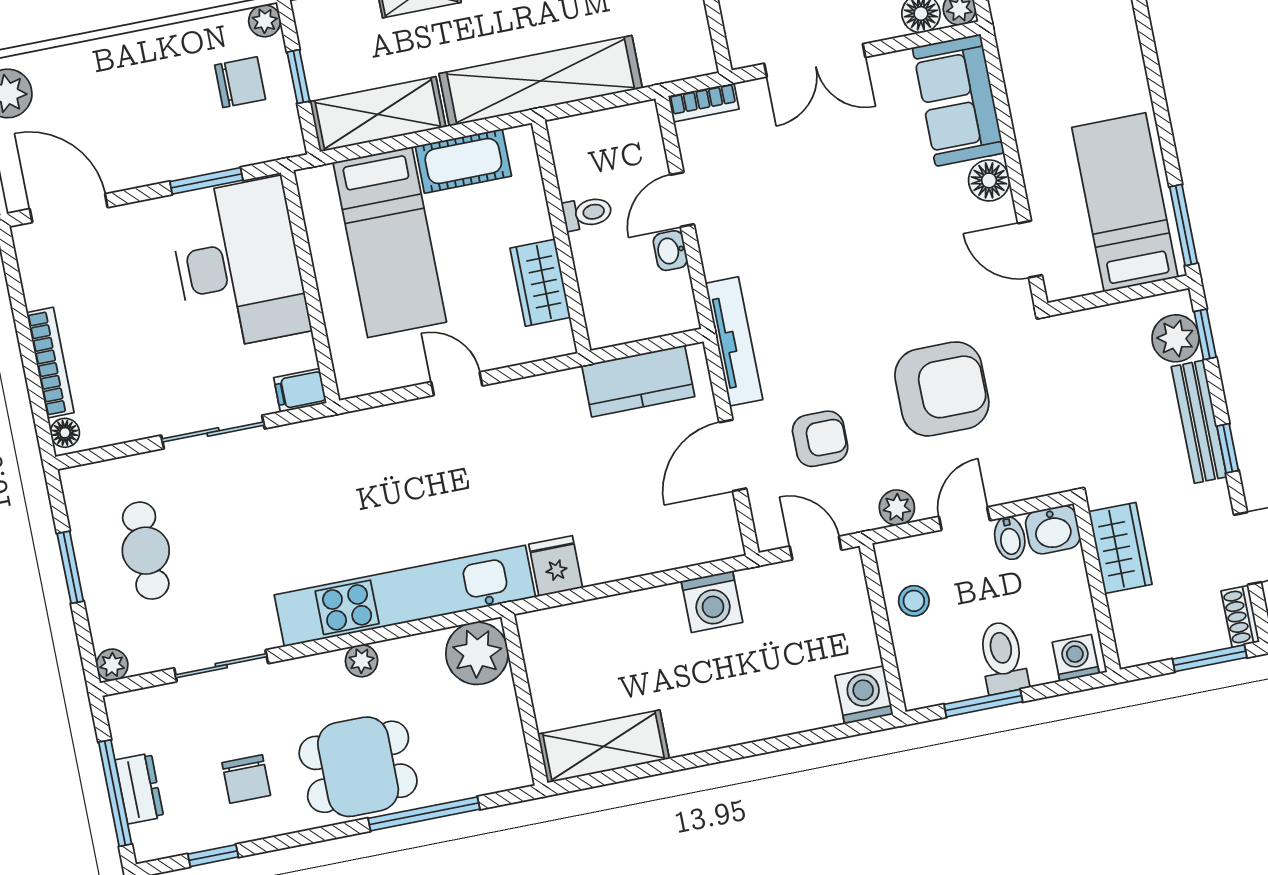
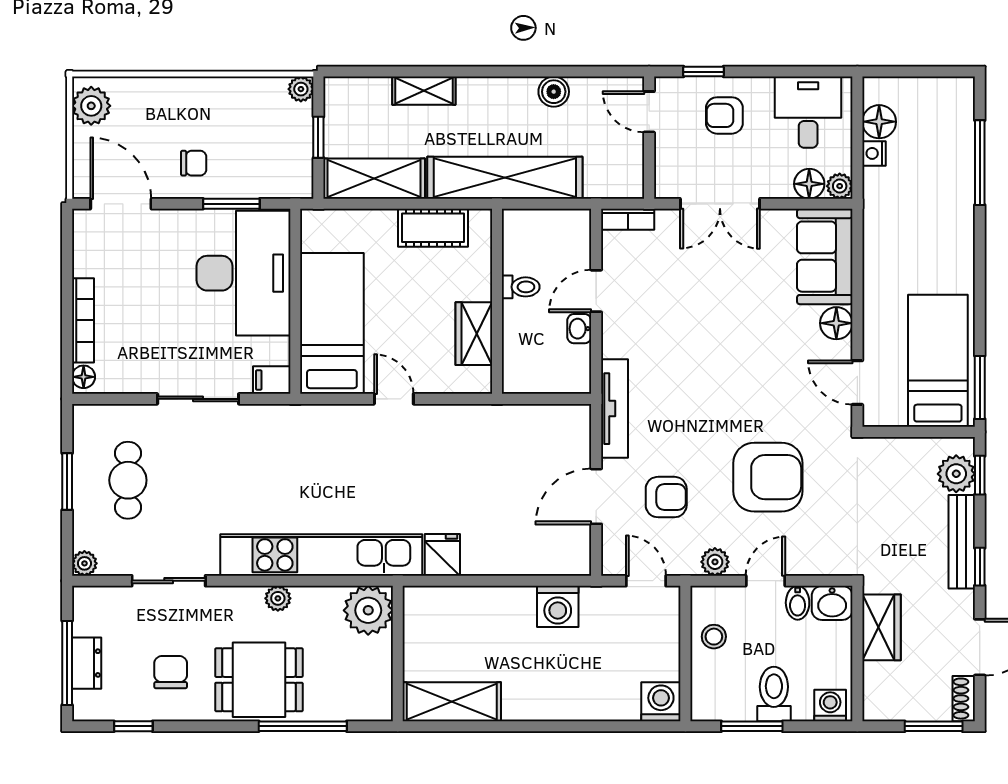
chair: (240, 82) -> (194, 163), moved, width x0.73, depth x0.73
bed: (390, 242) -> (332, 323), moved, turned 180
kitchen counter: (638, 381) -> (534, 425), removed
chair: (246, 779) -> (171, 672), turned 180

